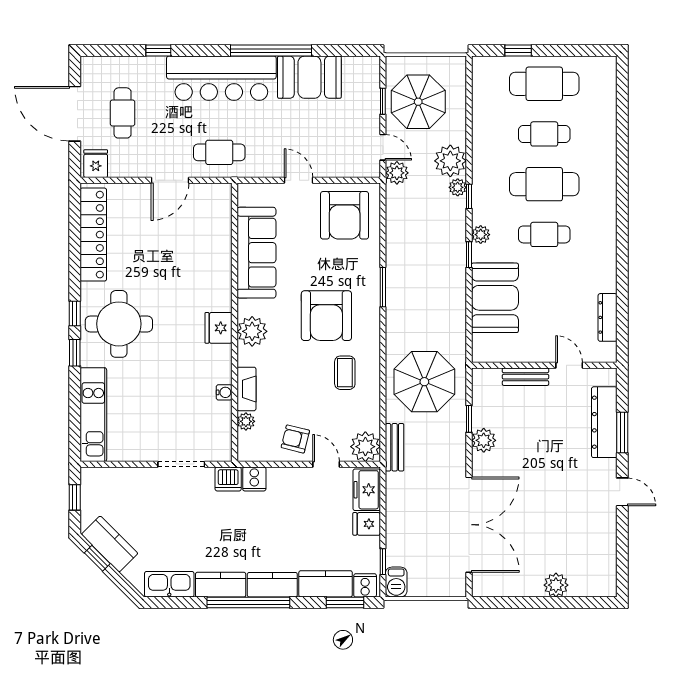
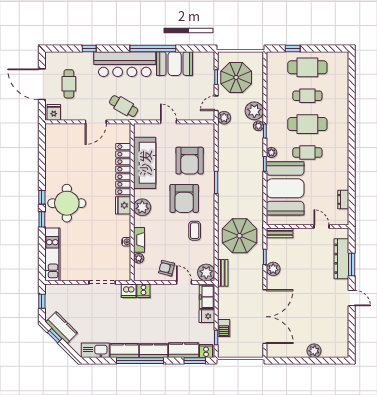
door: (383, 147) -> (216, 103), swing flipped
cafe table: (219, 152) -> (124, 106), turned 30
armchair: (345, 215) -> (190, 161), moved
locker: (93, 235) -> (123, 169), moved, turned 180
booth: (495, 298) -> (285, 188), width x1.36, depth x1.42
dresser: (608, 317) -> (343, 199), width x0.70
bench: (526, 377) -> (280, 233), moved
barbecue: (396, 582) -> (224, 328), moved

